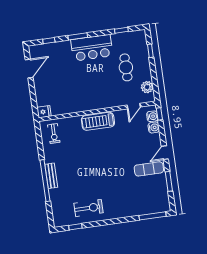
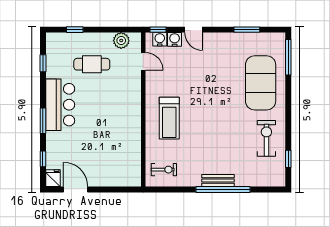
fridge: (44, 112) -> (53, 178), moved
treadmill: (98, 121) -> (169, 118), moved
door: (165, 153) -> (194, 30), moved
exercise mat: (149, 169) -> (261, 83), moved, width x2.00, depth x1.45

